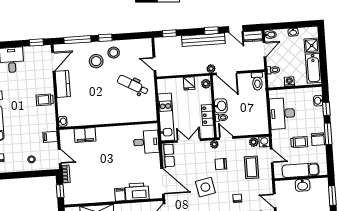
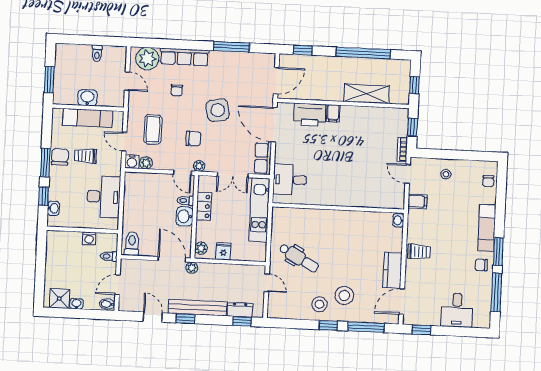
dresser: (253, 36) -> (240, 310), moved
shower: (312, 46) -> (59, 299), moved
bathtub: (313, 68) -> (55, 252), removed
filing cabinet: (85, 135) -> (371, 198), removed

